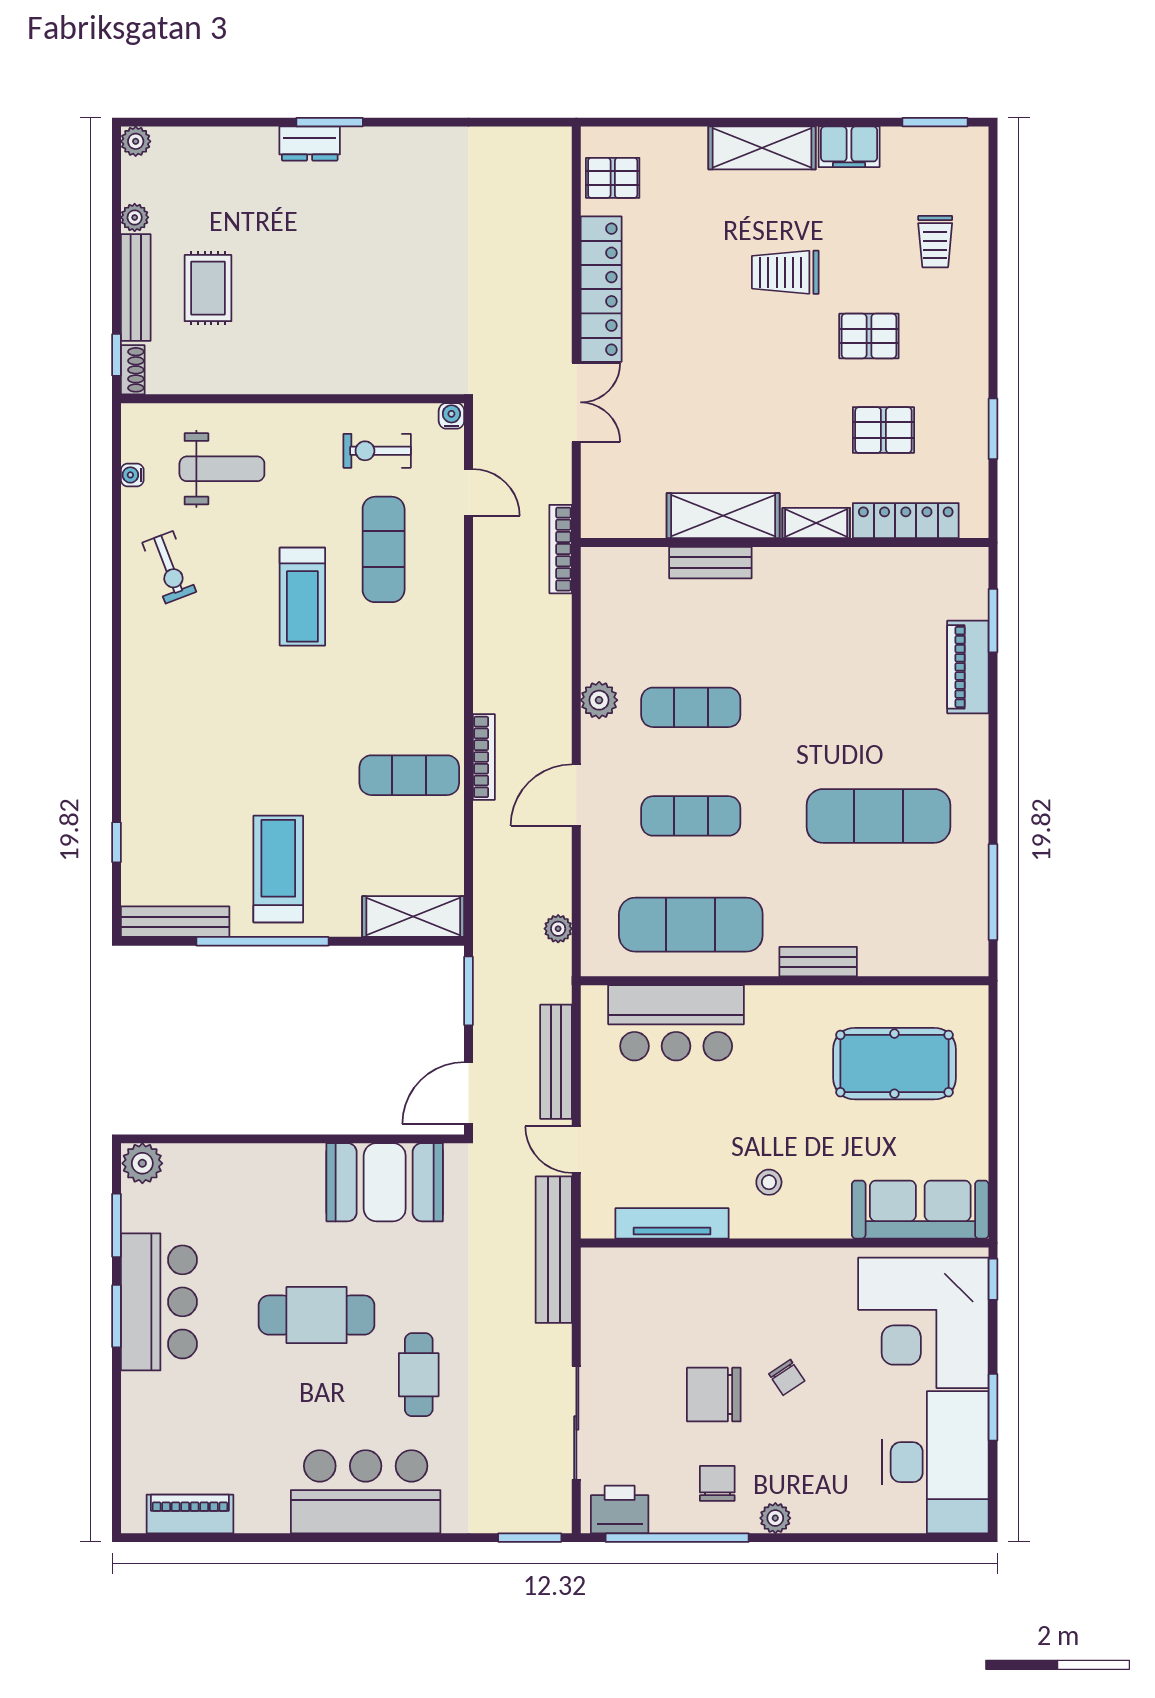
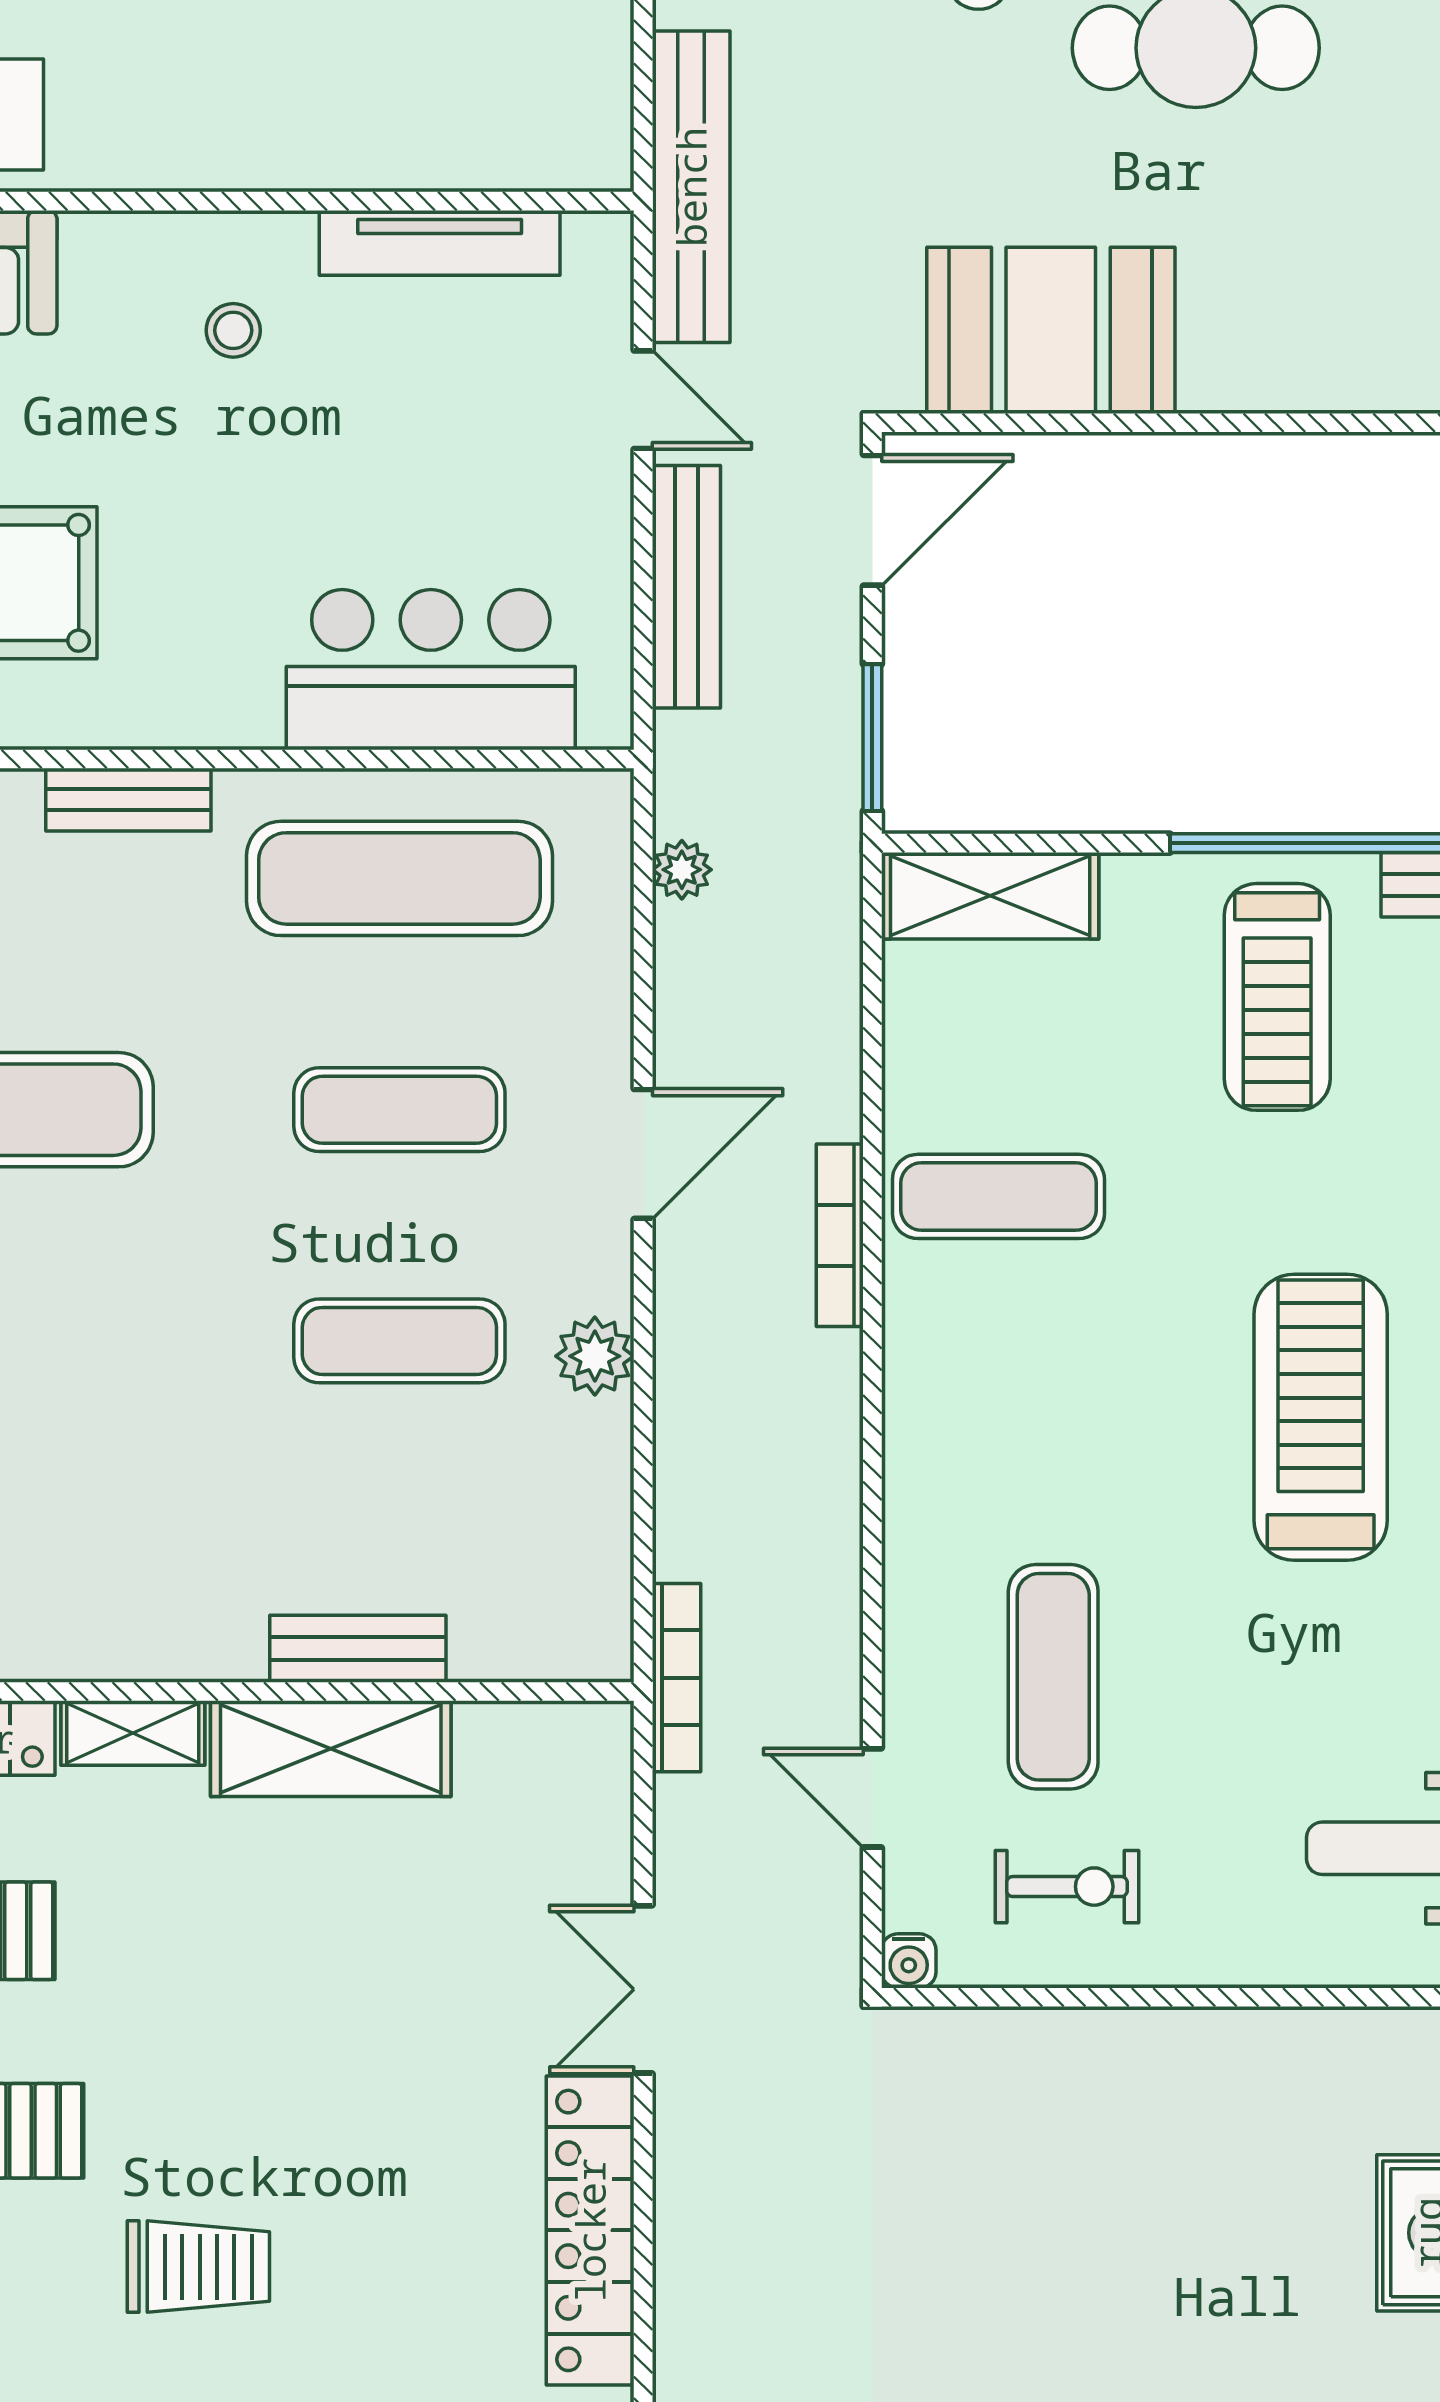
treadmill: (302, 597) -> (1321, 1417), moved, width x1.37, depth x1.38

